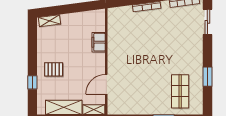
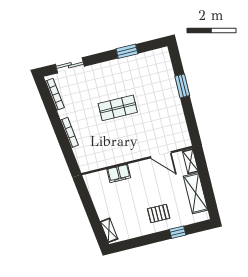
pallet: (54, 69) -> (159, 213), turned 90
shop shelf: (180, 91) -> (118, 108), moved

